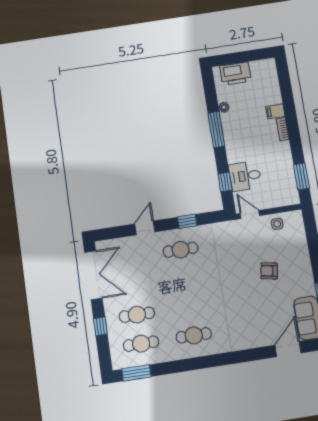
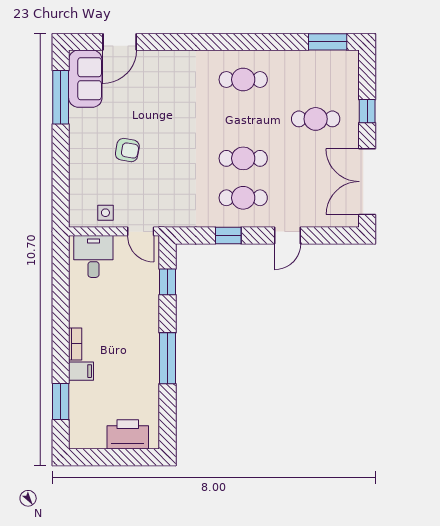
plant: (224, 107) -> (152, 388), removed
desk: (245, 176) -> (93, 256), moved, turned -90
window: (302, 176) -> (61, 402), moved
cafe table: (141, 344) -> (243, 158), moved

